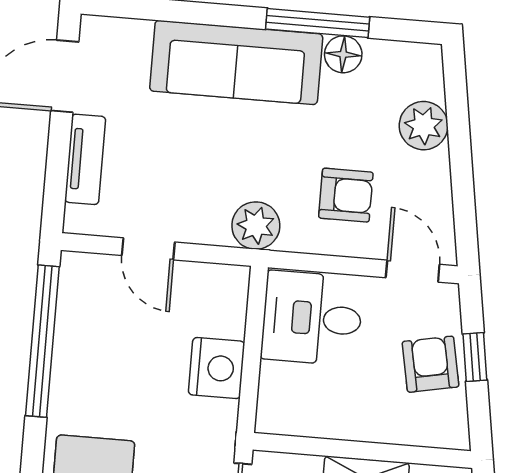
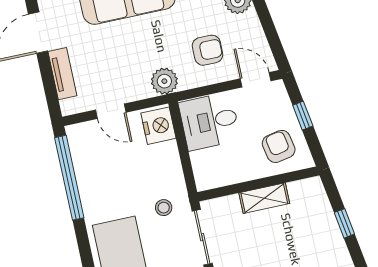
armchair: (431, 364) -> (279, 146), moved
nightstand: (217, 368) -> (158, 126), moved
stool: (188, 442) -> (164, 208), added

